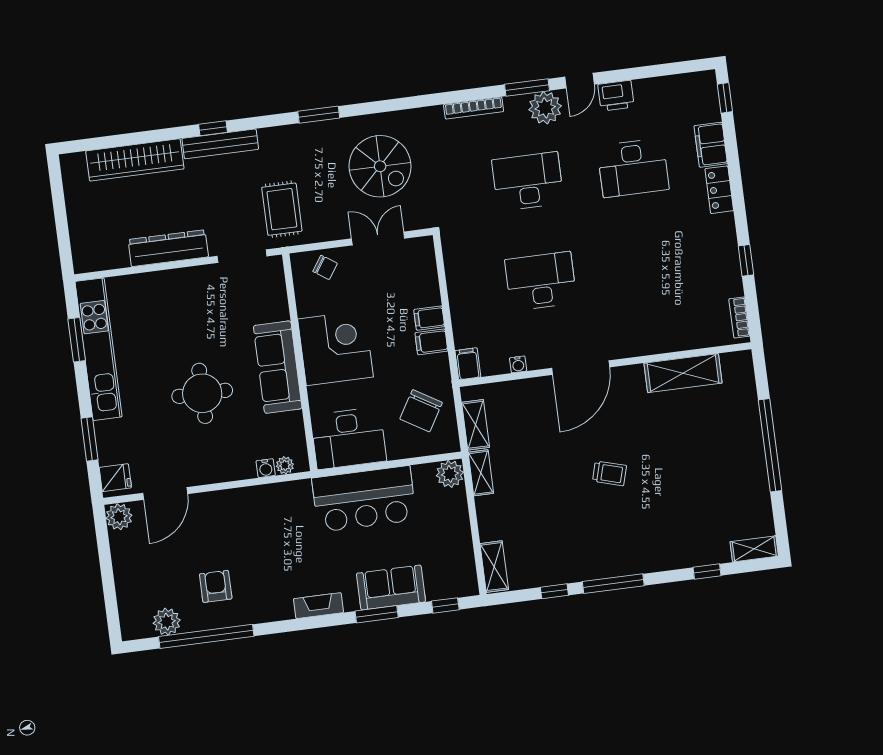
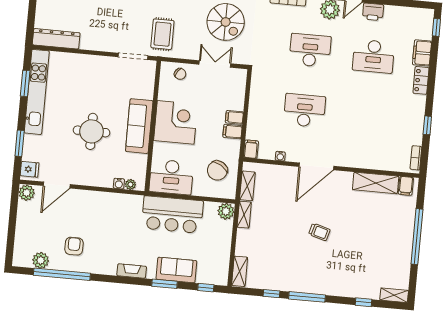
dresser: (168, 248) -> (56, 39), moved
filing cabinet: (733, 367) -> (406, 186), added

